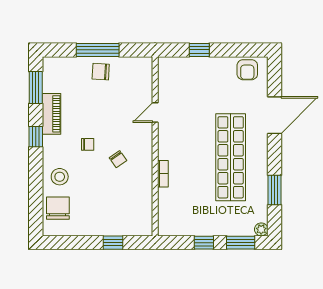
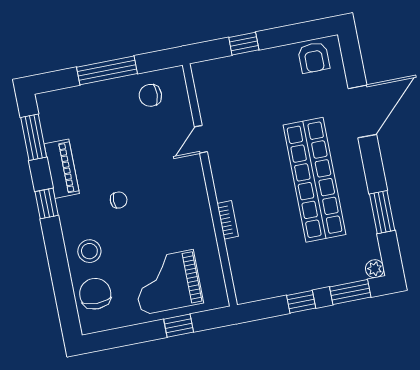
chair: (101, 72) -> (150, 95), moved
chair: (118, 159) -> (163, 212), removed
grand piano: (111, 210) -> (167, 282), added

